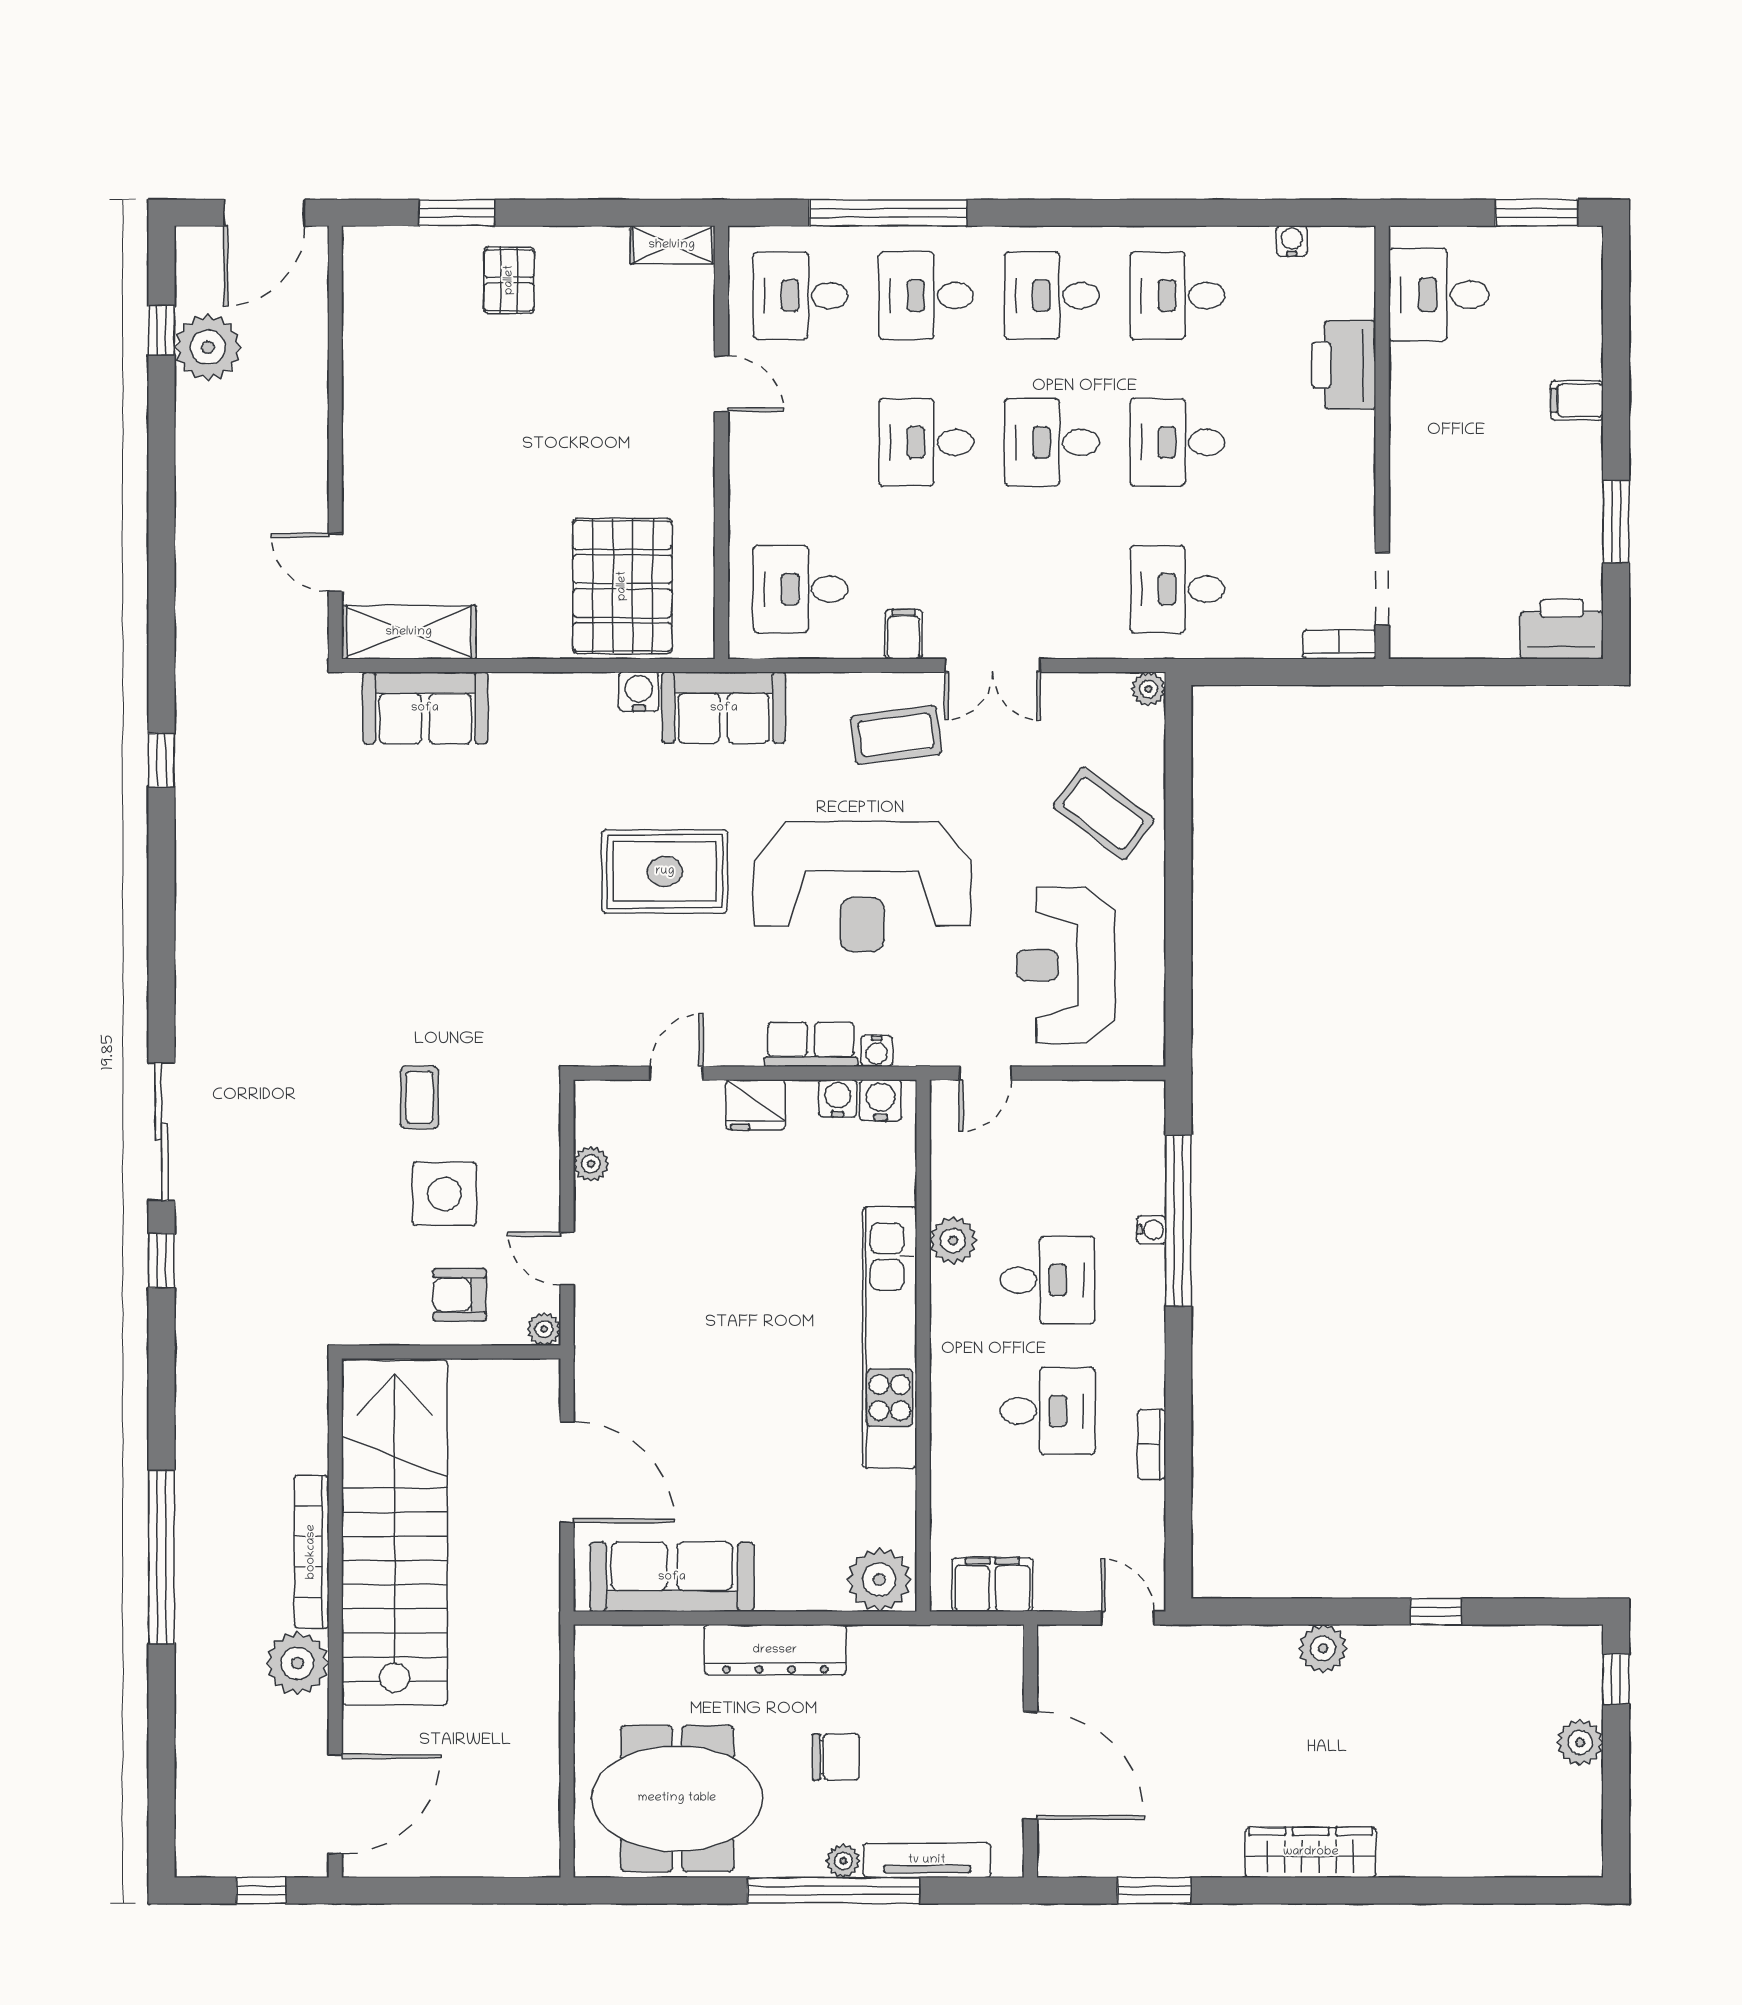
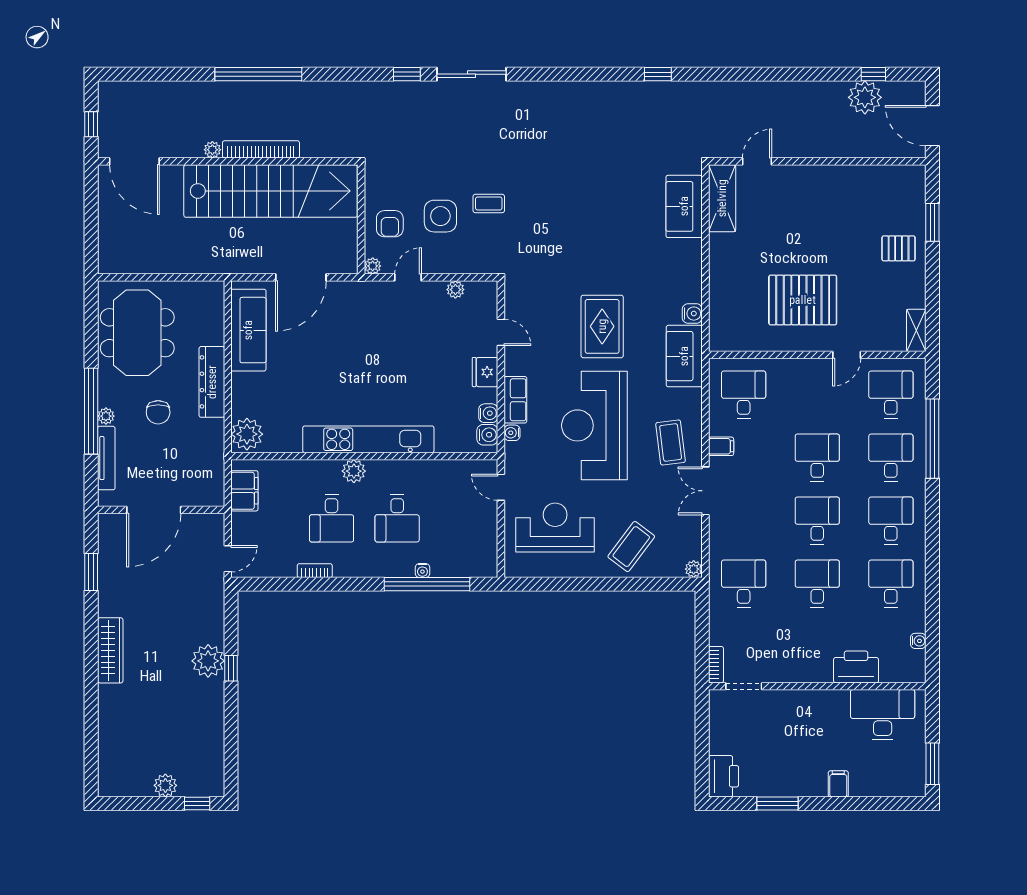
desk: (1439, 295) -> (883, 715), width x1.37
pallet: (622, 586) -> (803, 300), moved
plant: (953, 1241) -> (354, 471), moved
armchair: (460, 1295) -> (390, 224), turned 180
window: (1436, 1612) -> (231, 668), moved
plant: (1323, 1648) -> (208, 661), width x1.36, depth x1.36
plant: (297, 1663) -> (212, 150), width x0.53, depth x0.53

